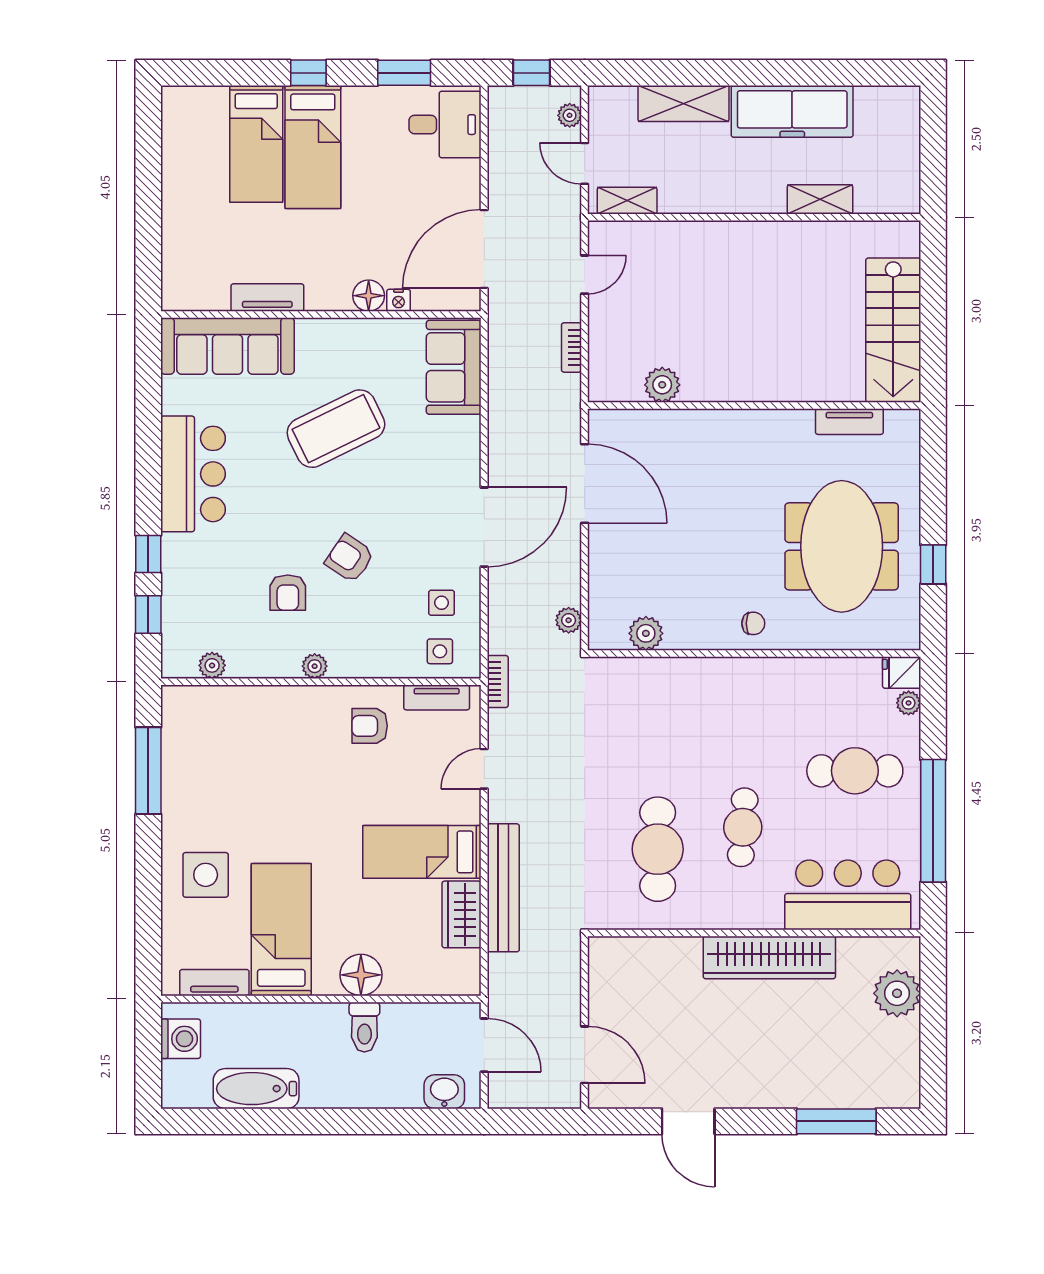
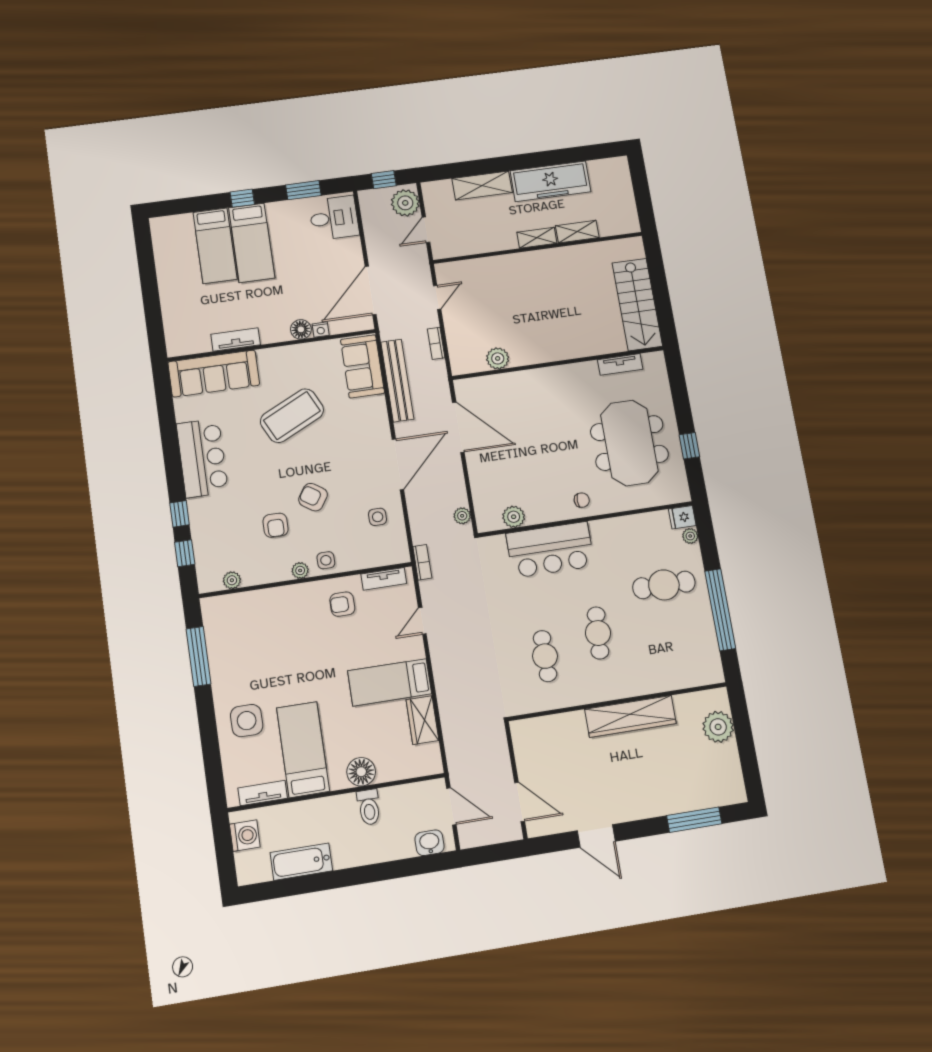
plant: (570, 115) -> (405, 203), width x1.87, depth x1.87
door: (585, 163) -> (426, 230), hinge flipped
shelving: (627, 201) -> (537, 238), moved
side table: (440, 651) -> (326, 560), moved
cafe table: (658, 849) -> (545, 656), width x0.73, depth x0.74
bench: (503, 888) -> (397, 381), moved
bar counter: (848, 895) -> (550, 550), moved, turned 180

